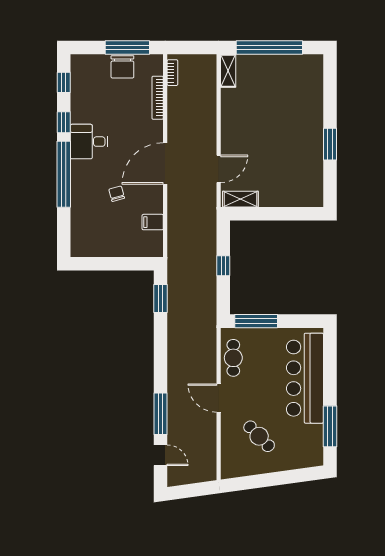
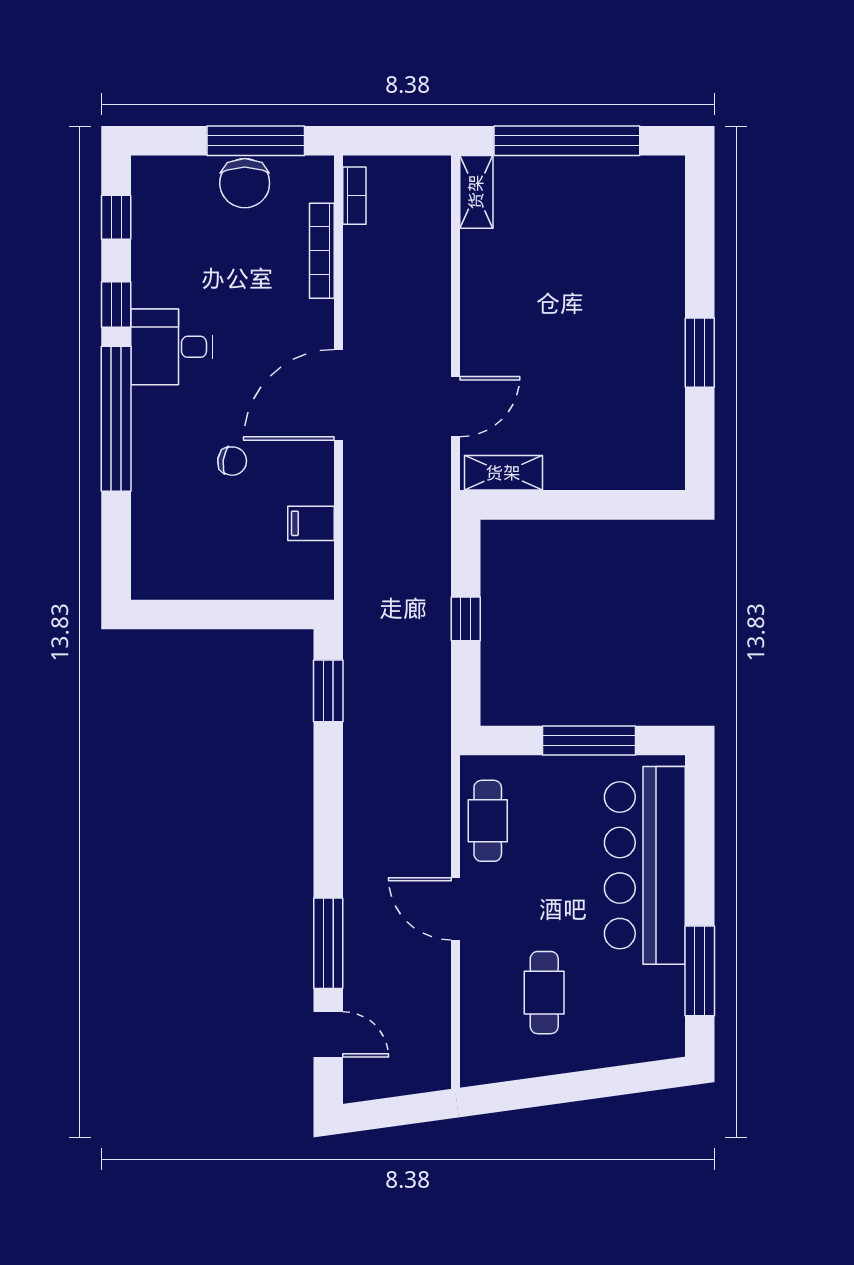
chair: (117, 194) -> (232, 461), turned 113
window: (256, 321) -> (589, 740), moved
cafe table: (259, 436) -> (544, 993), turned 44

